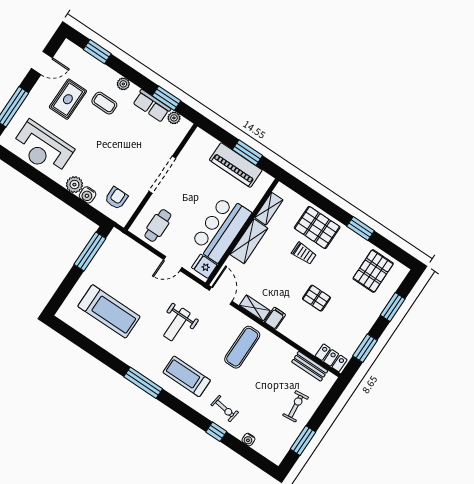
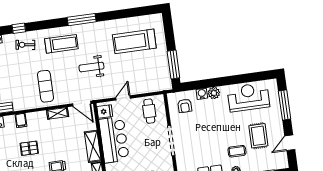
filing cabinet: (275, 318) -> (21, 120), moved
weight bench: (177, 325) -> (91, 67), turned -90

